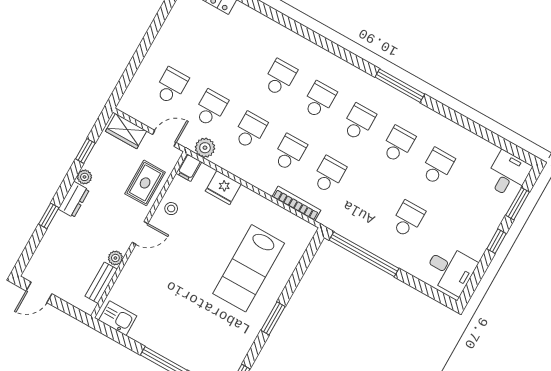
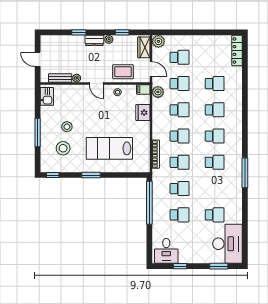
school desk: (240, 55) -> (215, 84), added
plant: (130, 104) -> (158, 41), added
school desk: (398, 144) -> (180, 189), moved
desk: (508, 174) -> (227, 244), width x1.87, depth x1.30
window: (496, 241) -> (180, 266), moved
door: (39, 292) -> (38, 59), moved
stool: (180, 314) -> (67, 127), added
stool: (209, 338) -> (63, 148), added

